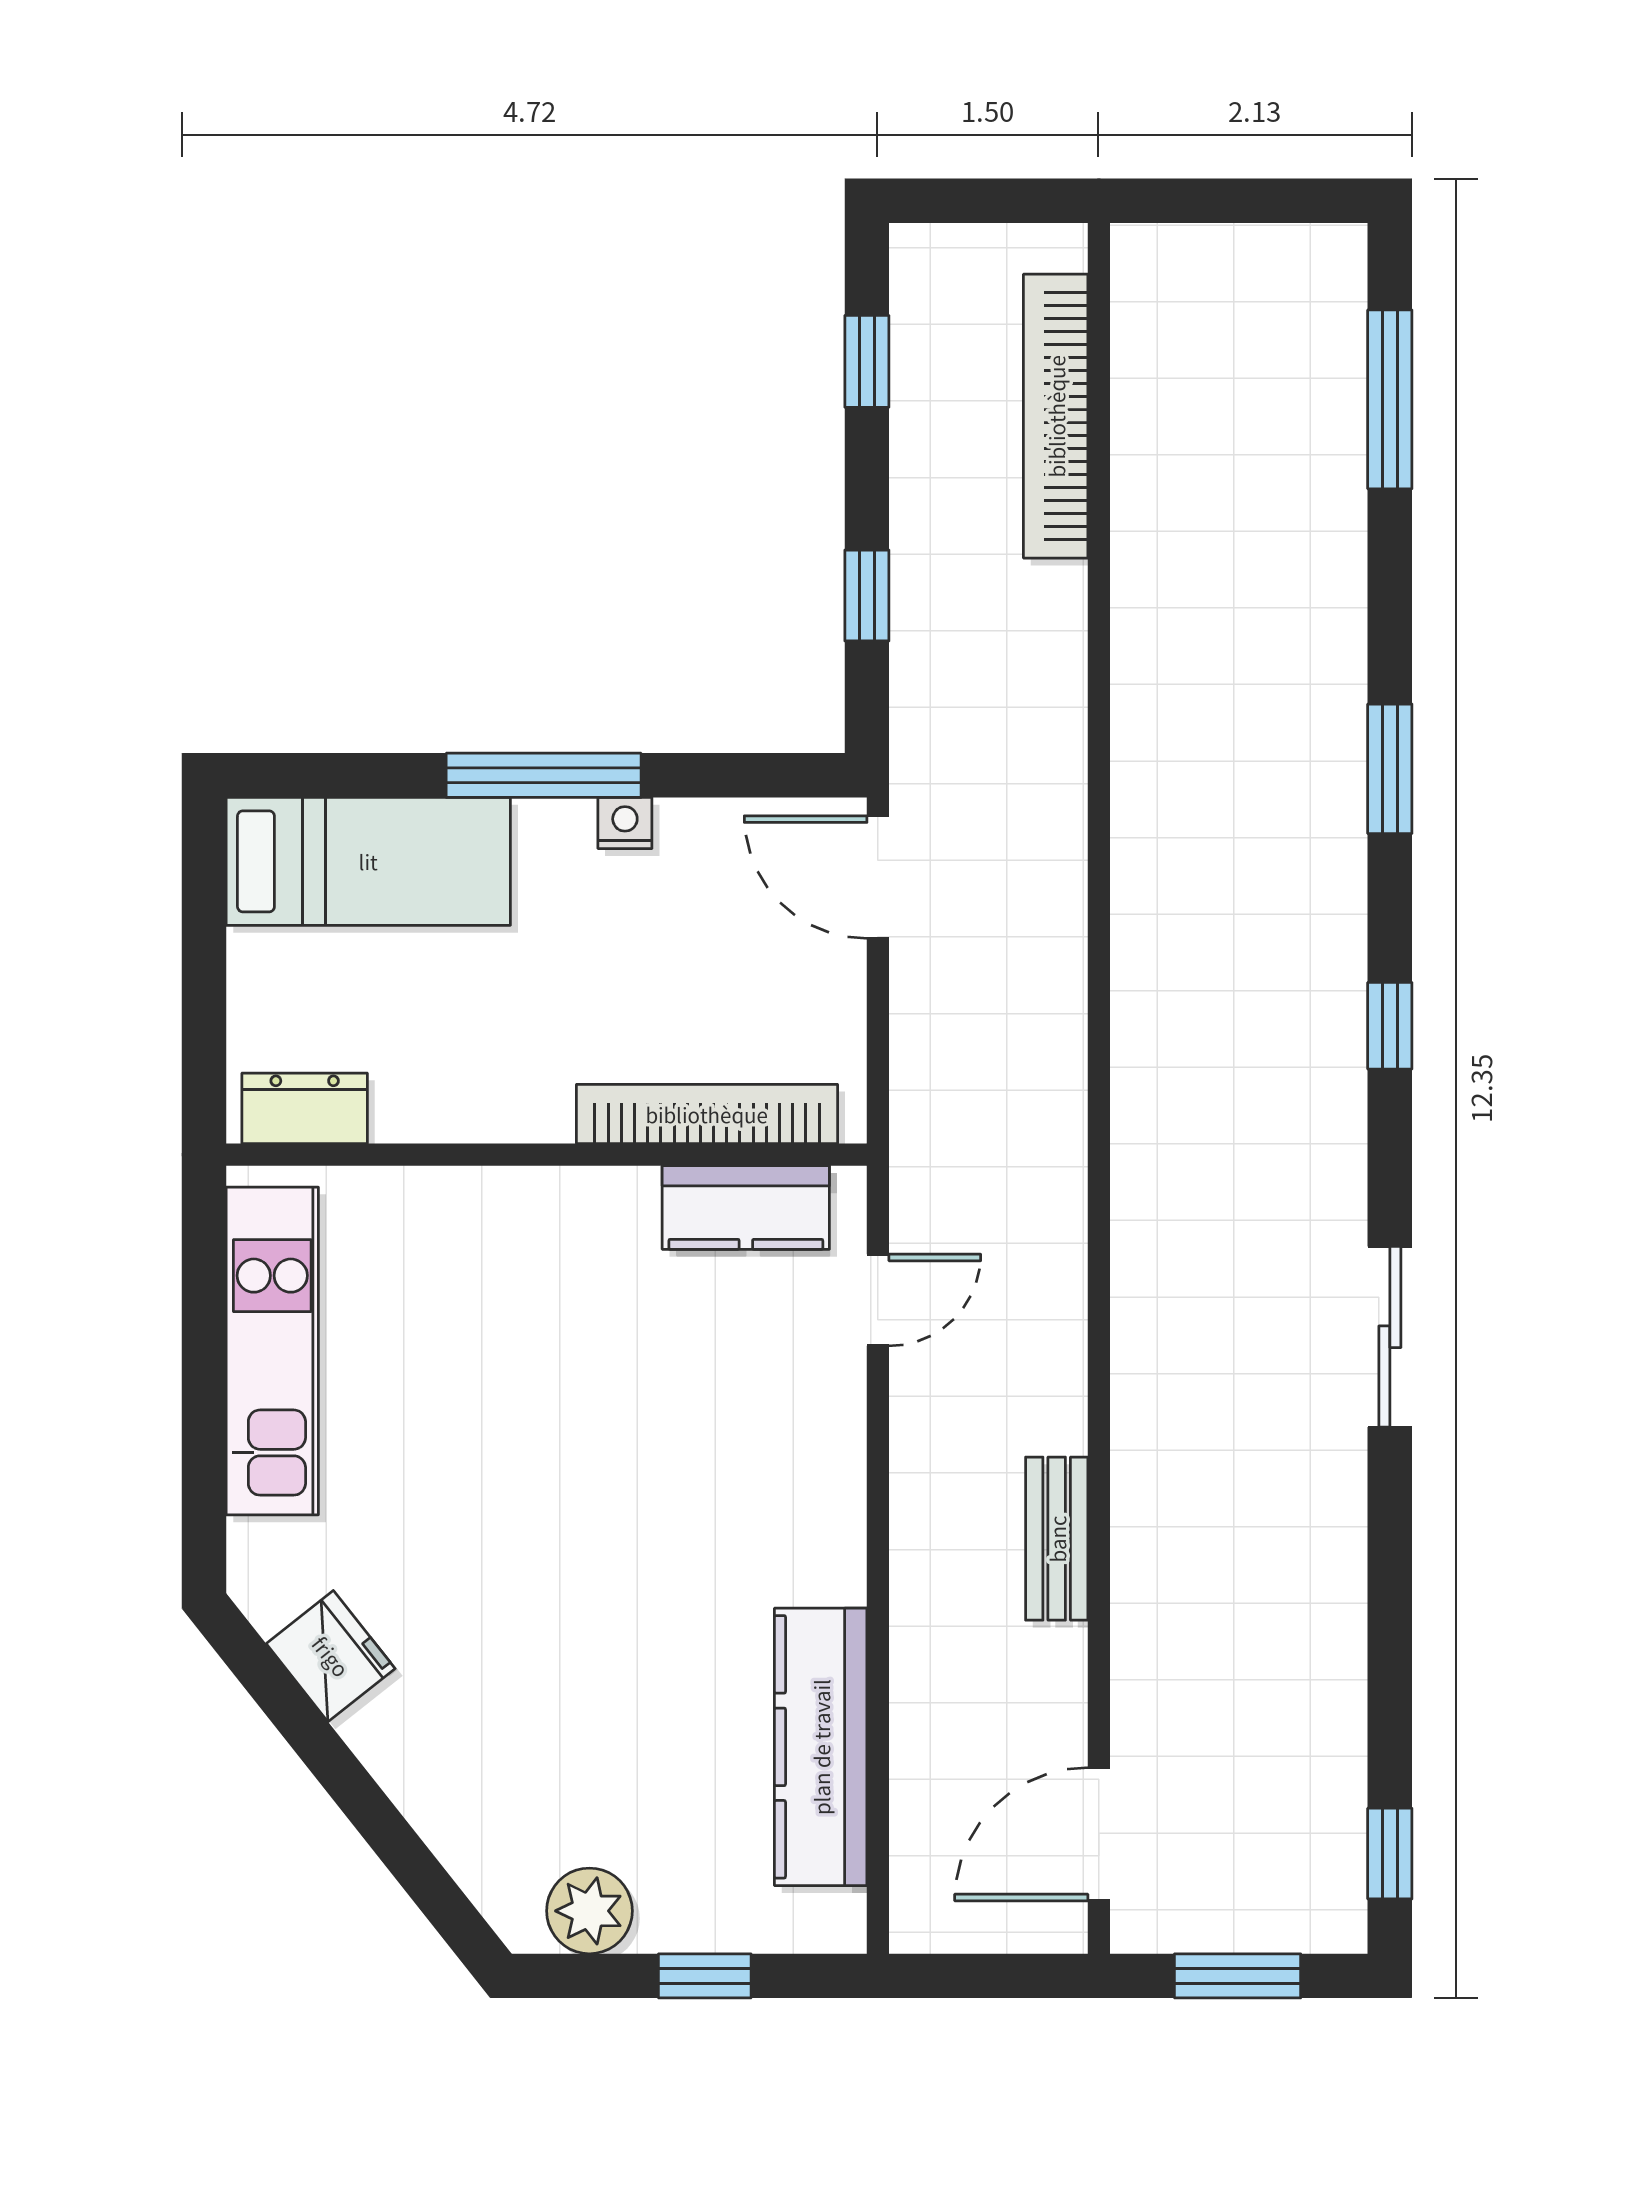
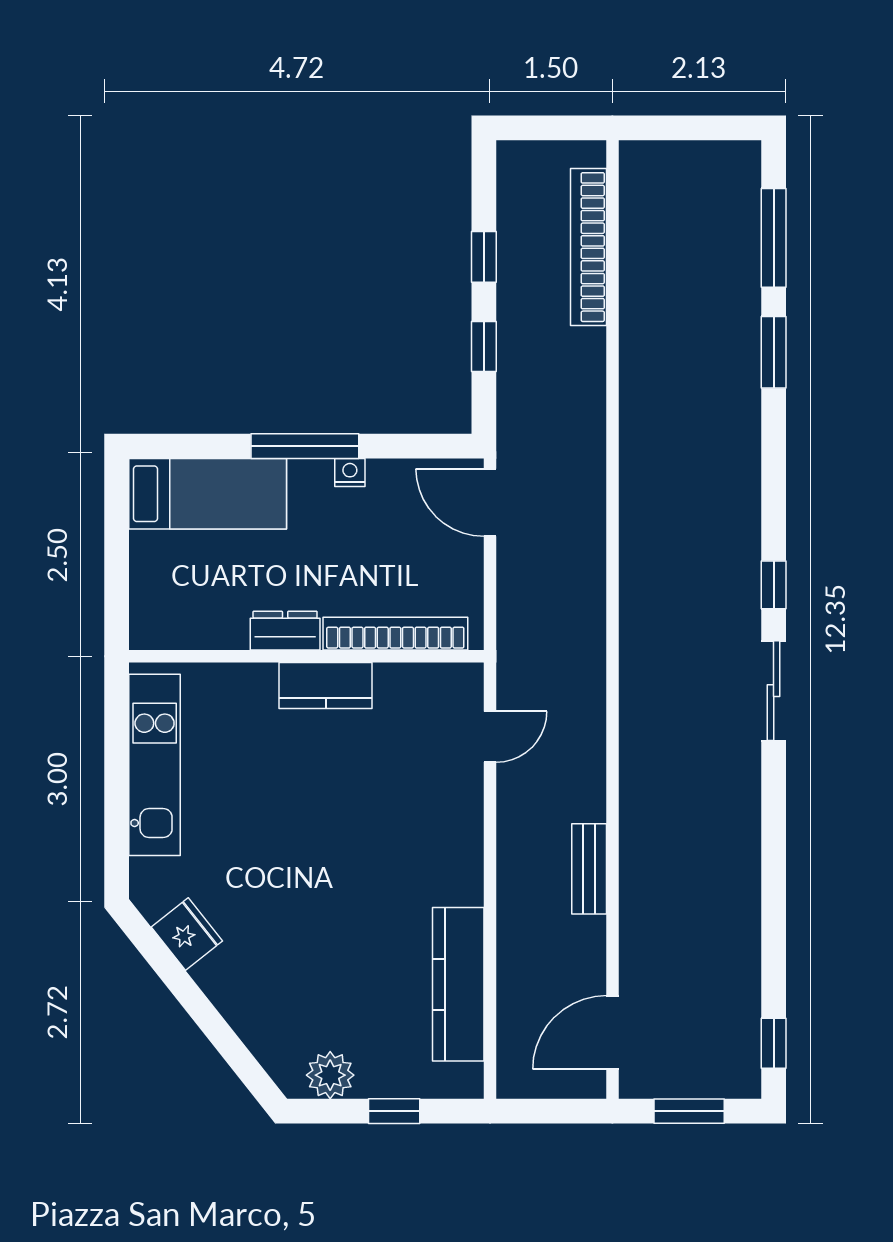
window: (867, 361) -> (484, 257), moved
window: (1390, 769) -> (774, 352), moved
dresser: (305, 1108) -> (285, 631), moved
kitchen counter: (746, 1208) -> (326, 685), moved
sliding door: (1390, 1337) -> (774, 691), moved

